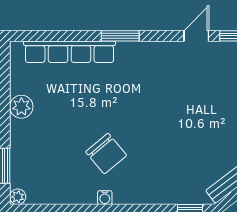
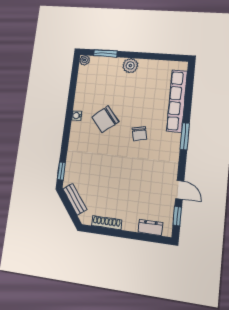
chair: (123, 101) -> (139, 134), added
plant: (21, 107) -> (130, 66), moved

